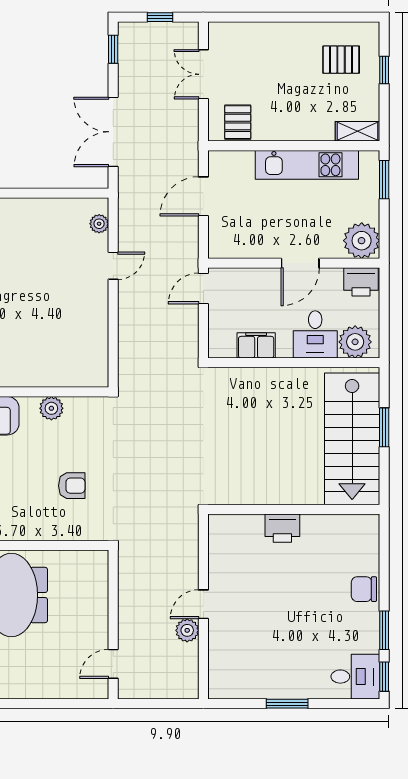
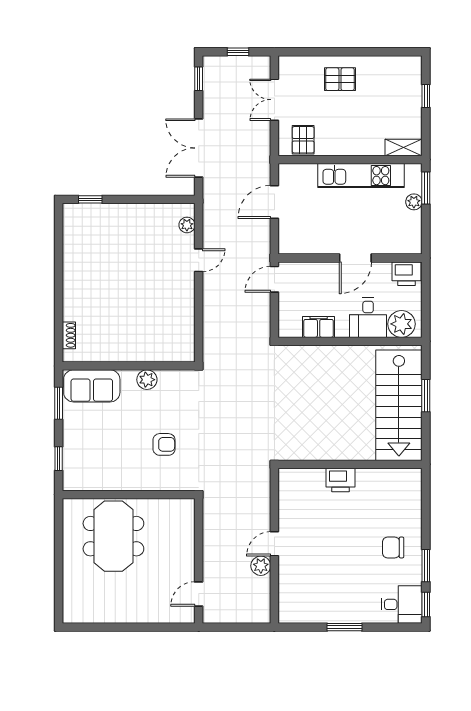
pallet: (341, 60) -> (340, 79), moved
plant: (362, 241) -> (414, 202), moved, width x0.53, depth x0.53
chair: (364, 589) -> (393, 547), moved

